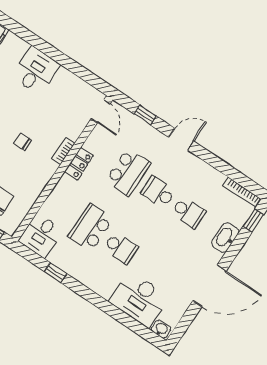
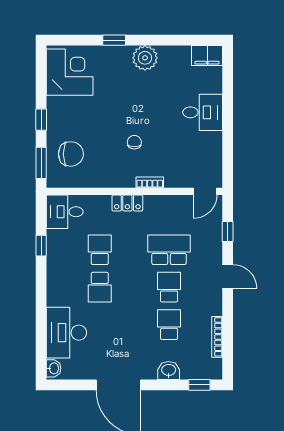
locker: (79, 164) -> (127, 203), moved
school desk: (128, 172) -> (169, 250), turned 180
bookcase: (242, 192) -> (217, 337), moved
school desk: (188, 212) -> (169, 325), turned 180
school desk: (91, 228) -> (100, 250), width x0.54
washbasin: (225, 238) -> (169, 370), width x0.72

